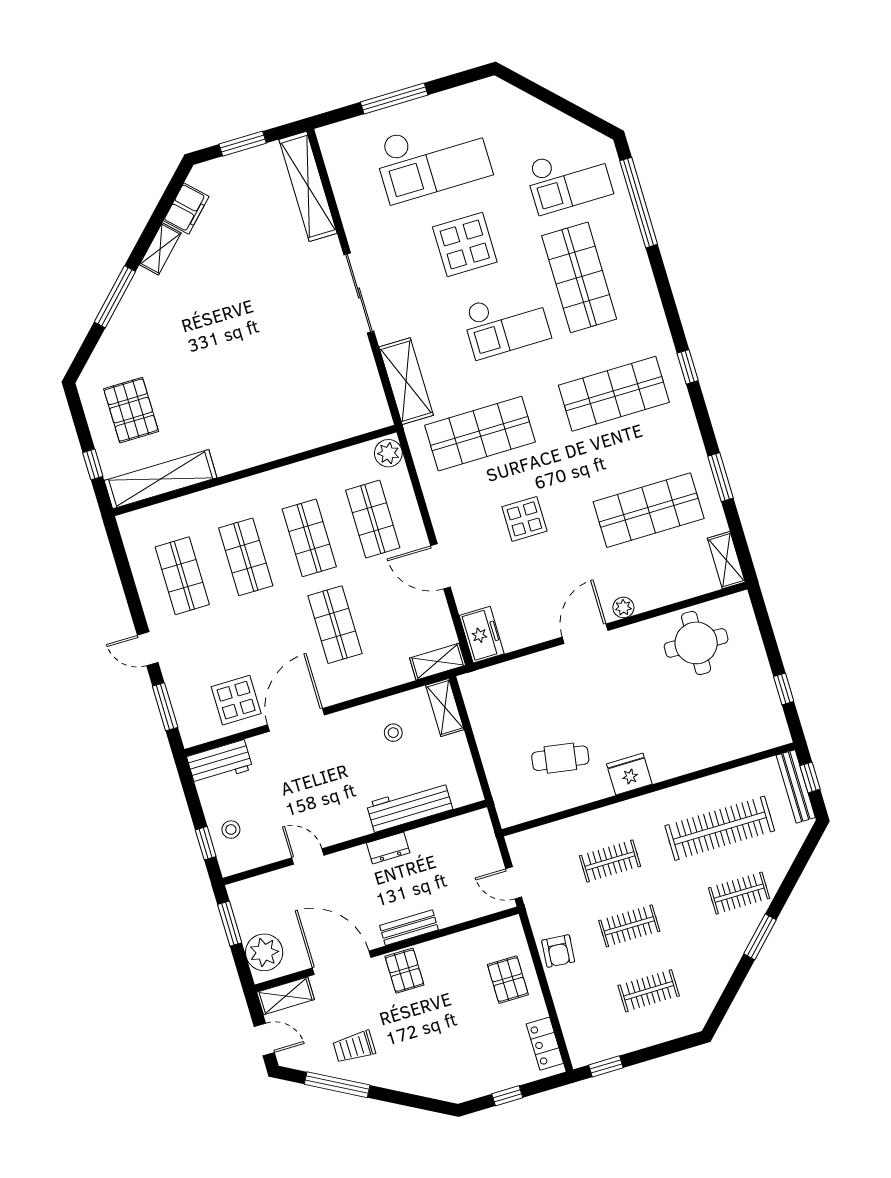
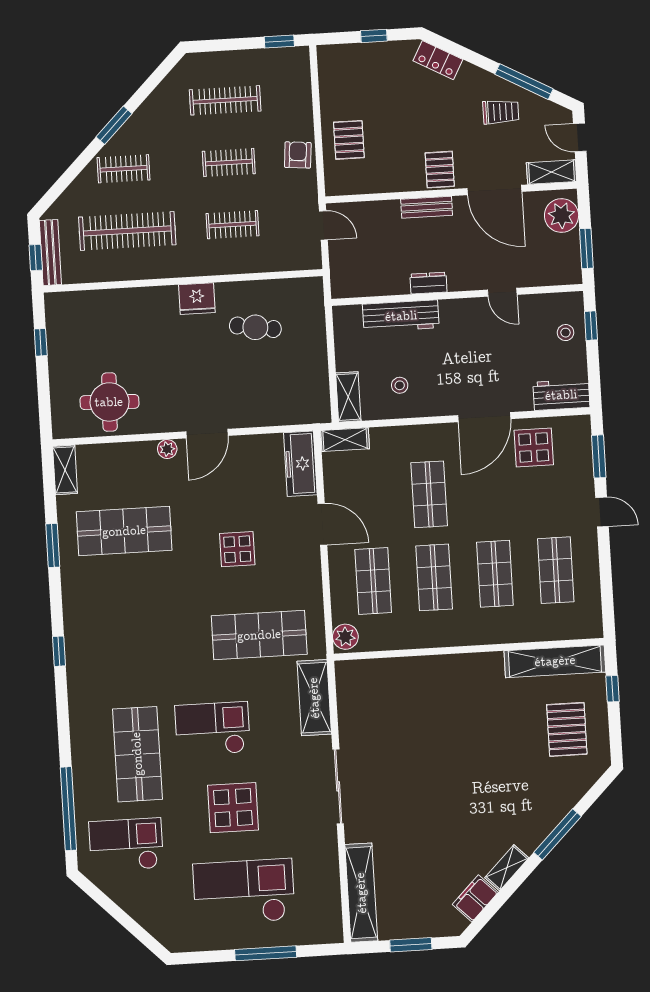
shop shelf: (614, 394) -> (131, 643), removed
freezer: (482, 635) -> (300, 464), width x1.40
clothes rail: (649, 991) -> (225, 100), width x1.36
locker: (545, 1044) -> (438, 60), moved, turned 119

